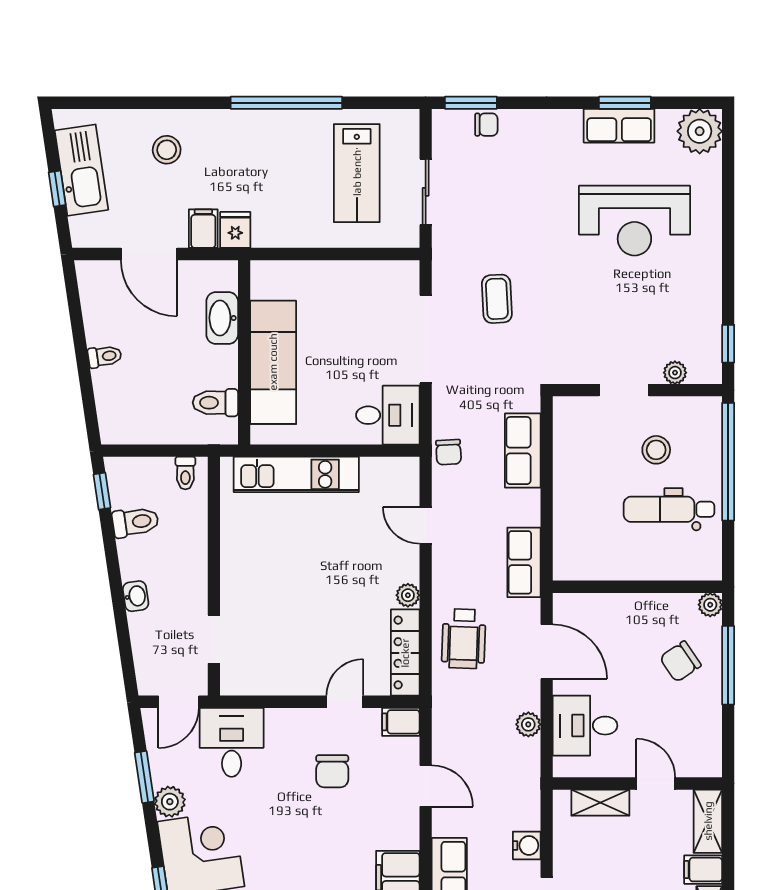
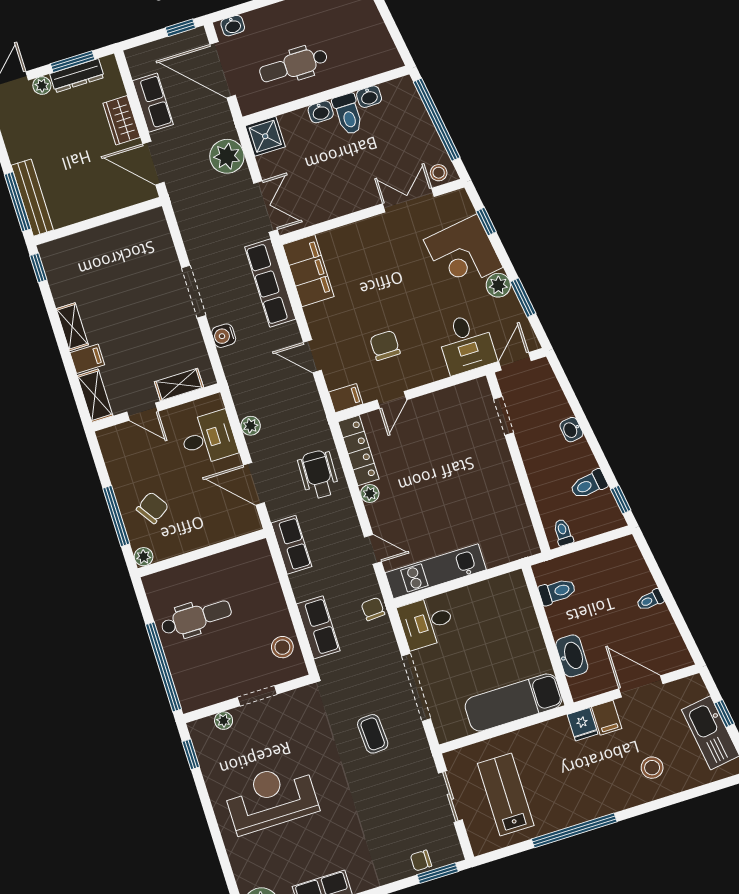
reception desk: (634, 221) -> (271, 798), moved
exam couch: (273, 362) -> (514, 703), moved, turned 90
stool: (656, 450) -> (282, 647), moved
kitchen unit: (296, 474) -> (436, 571), moved

